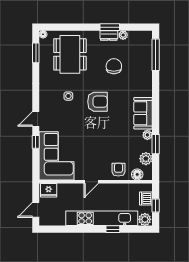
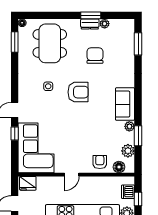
window: (156, 55) -> (138, 44), width x0.69

